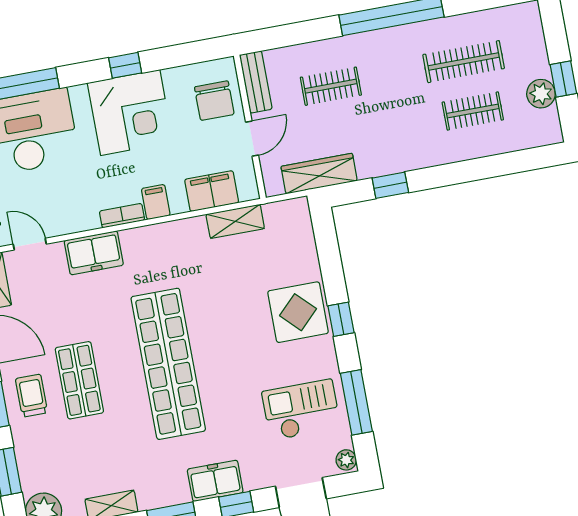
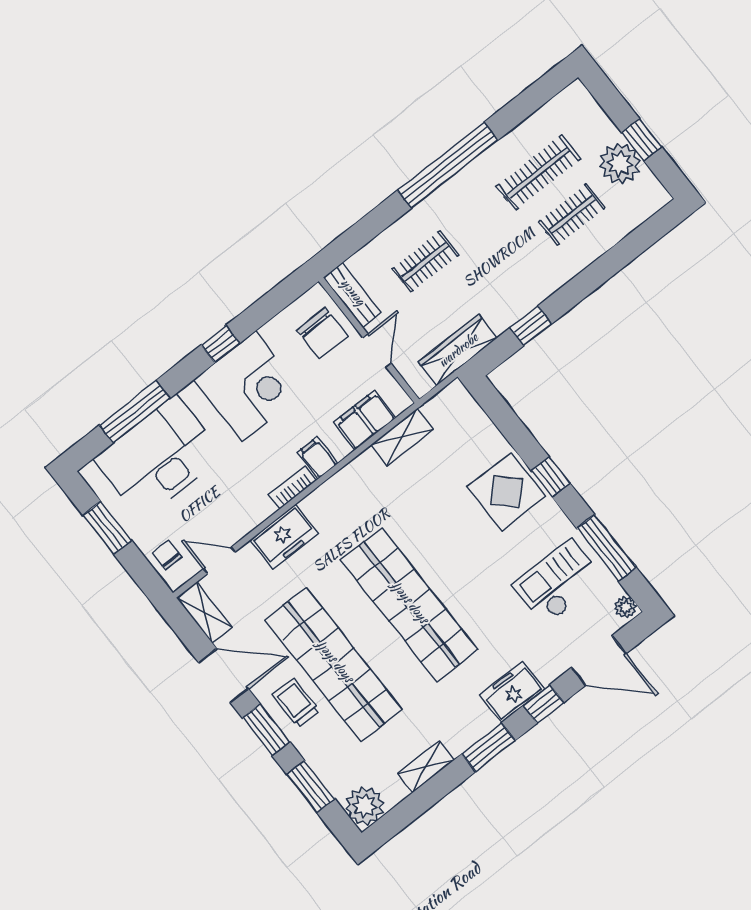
plant: (541, 94) -> (620, 164), width x1.36, depth x1.36
shop shelf: (79, 380) -> (334, 664), width x2.00, depth x1.36

